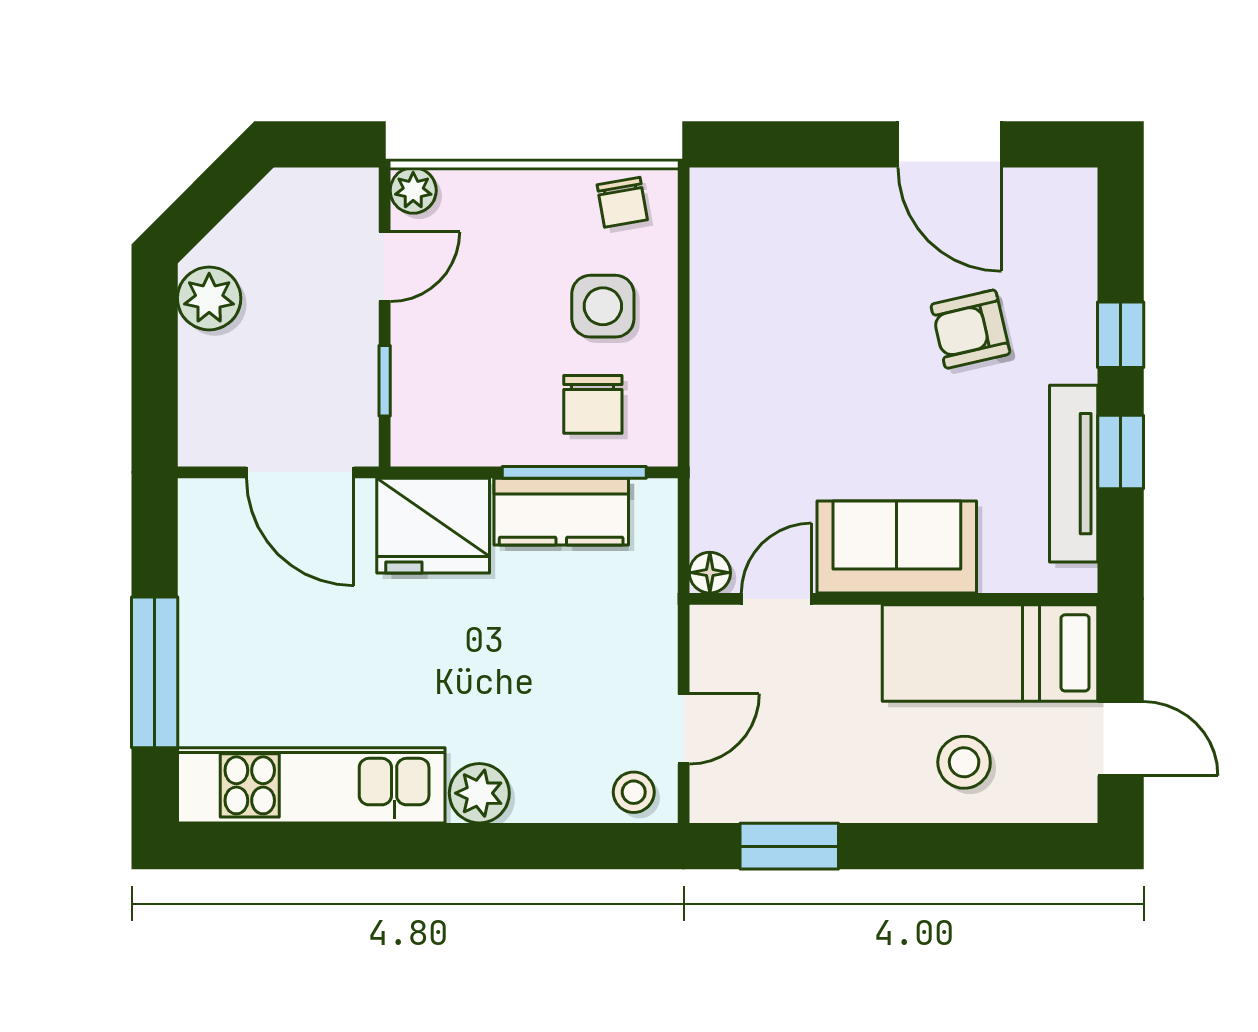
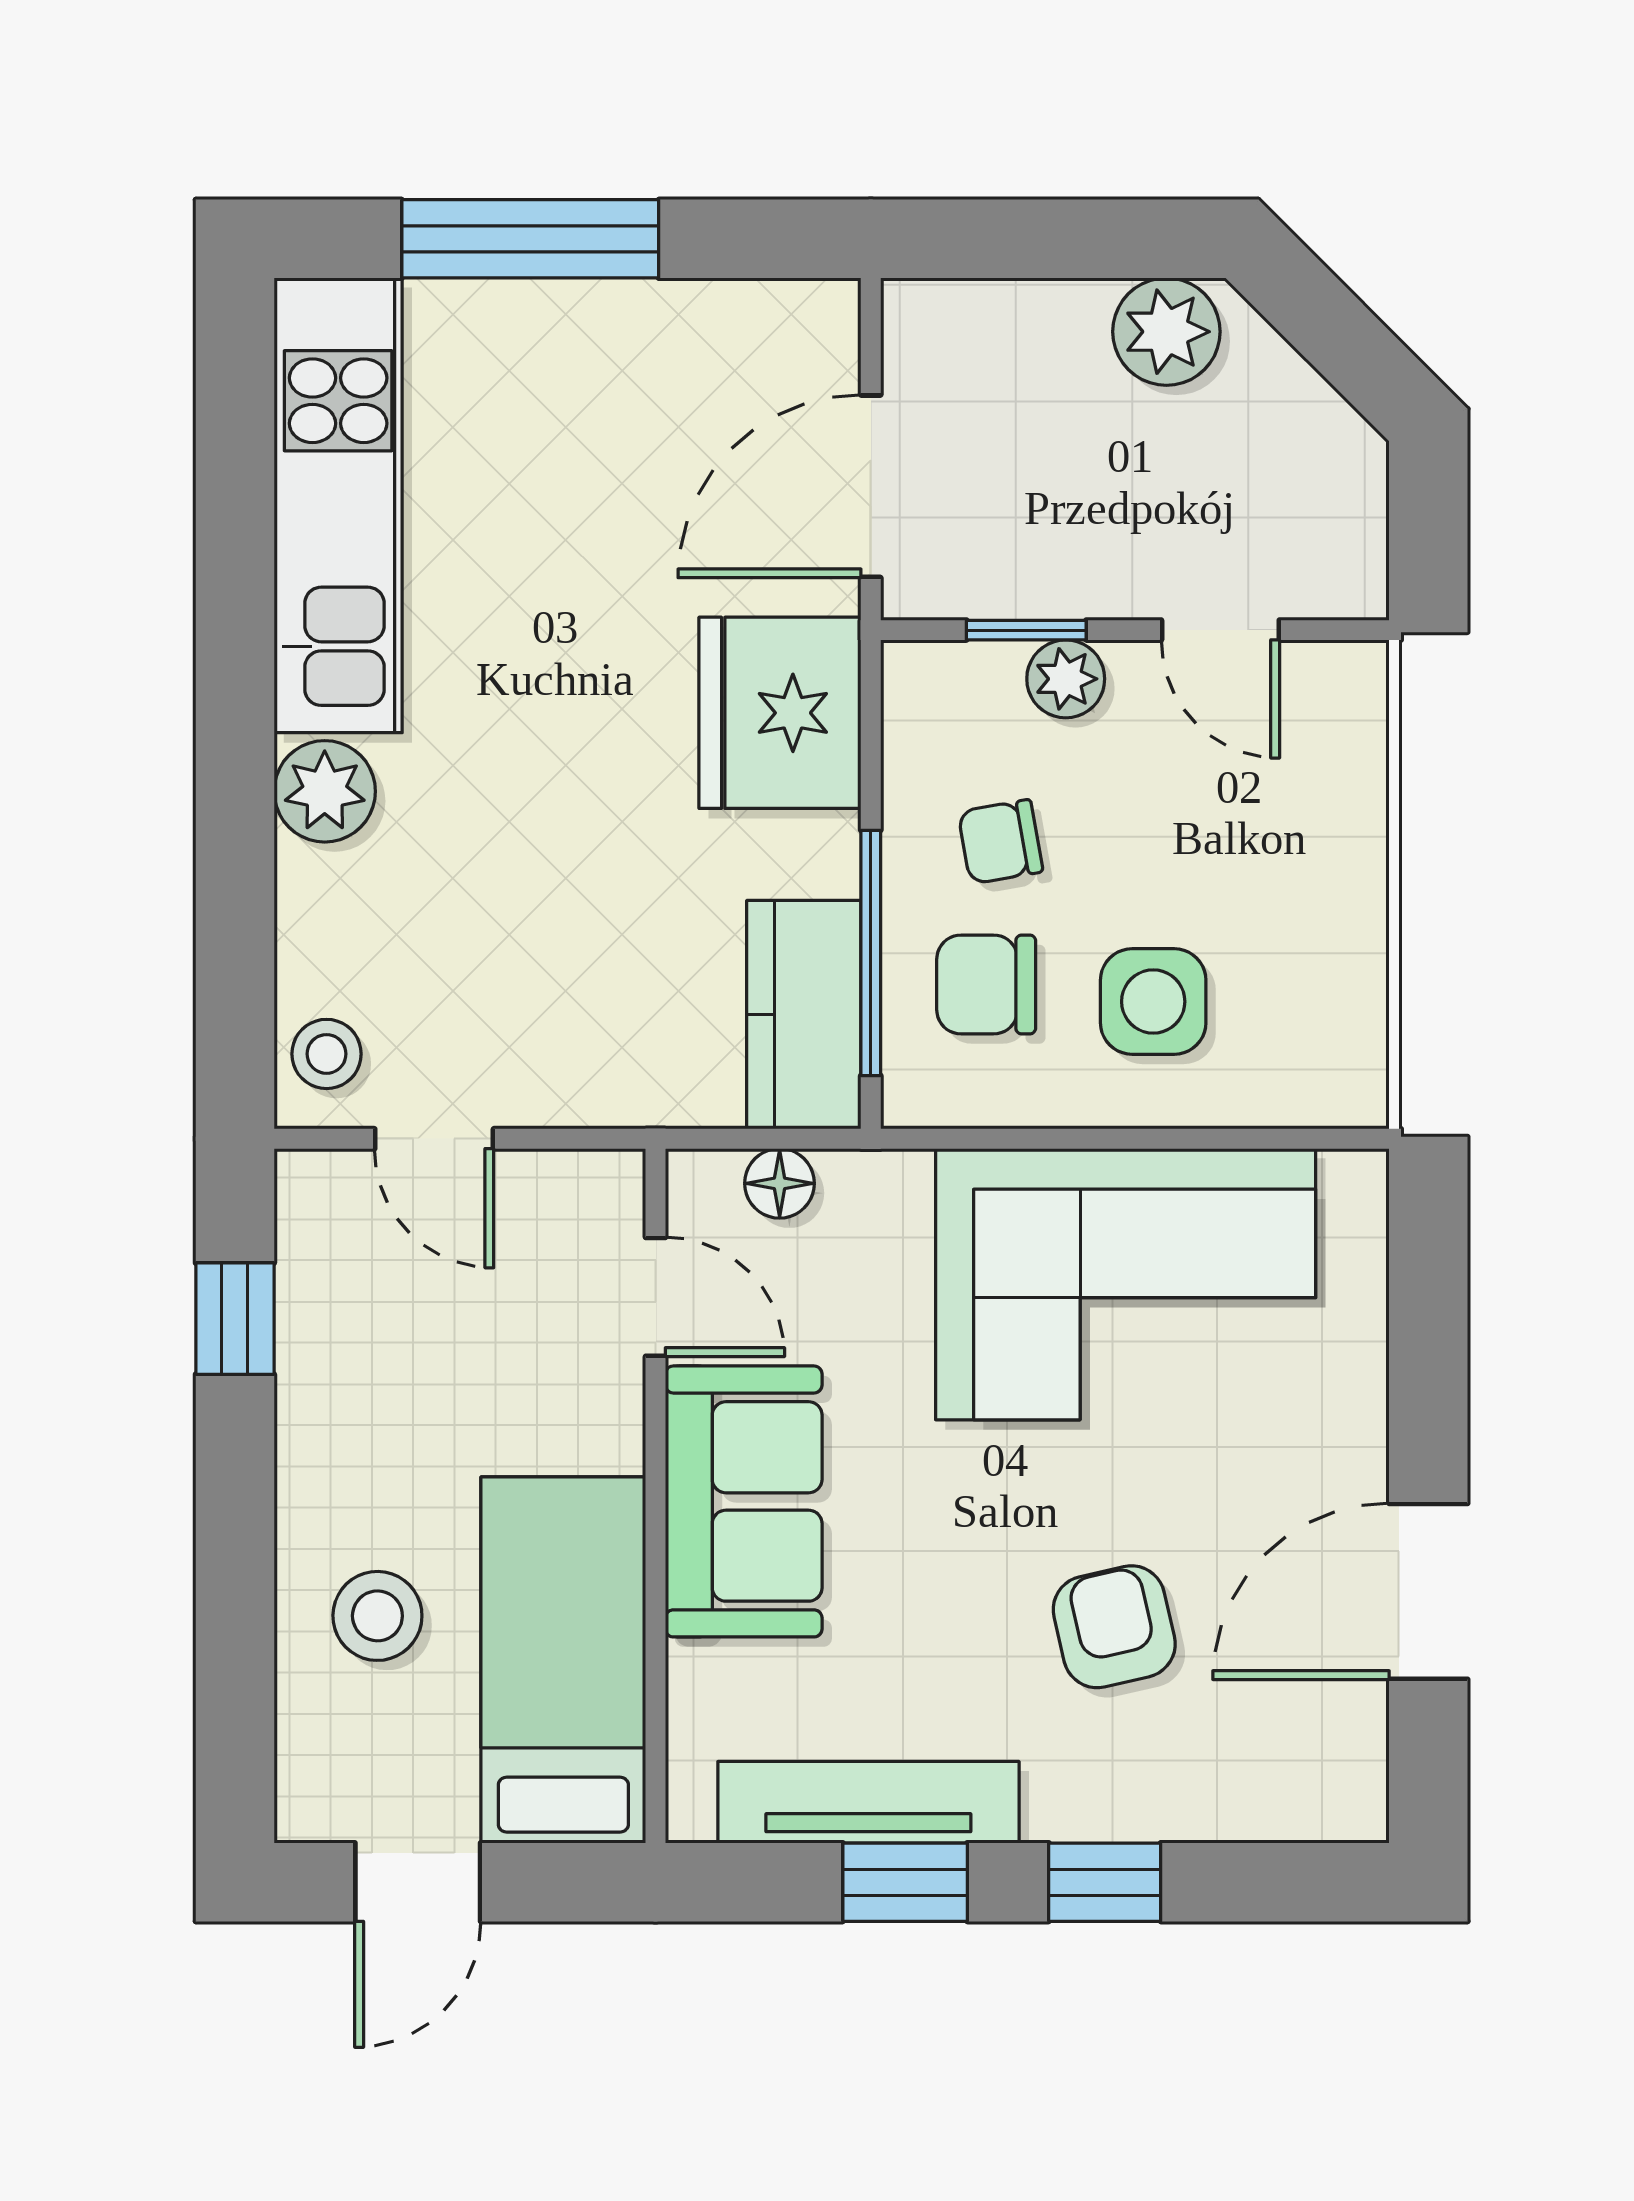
plant: (413, 190) -> (1066, 679), moved
chair: (622, 202) -> (1000, 842), moved
corner sofa: (769, 322) -> (1126, 1284), added
kitchen counter: (561, 512) -> (804, 1015), moved
floor lamp: (710, 573) -> (780, 1183), moved
window: (789, 846) -> (235, 1319), width x0.67

